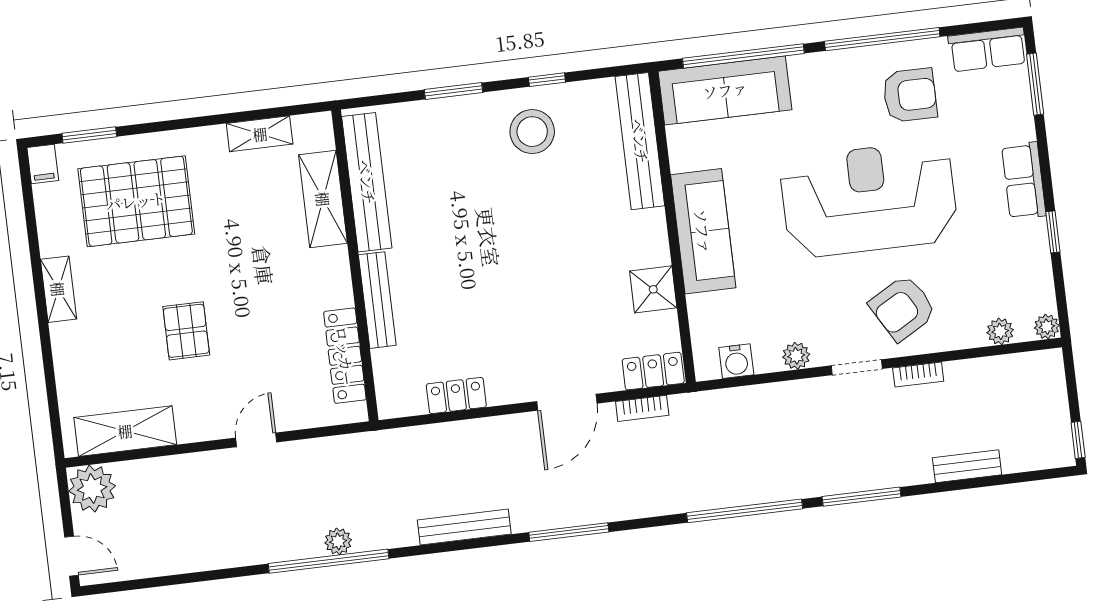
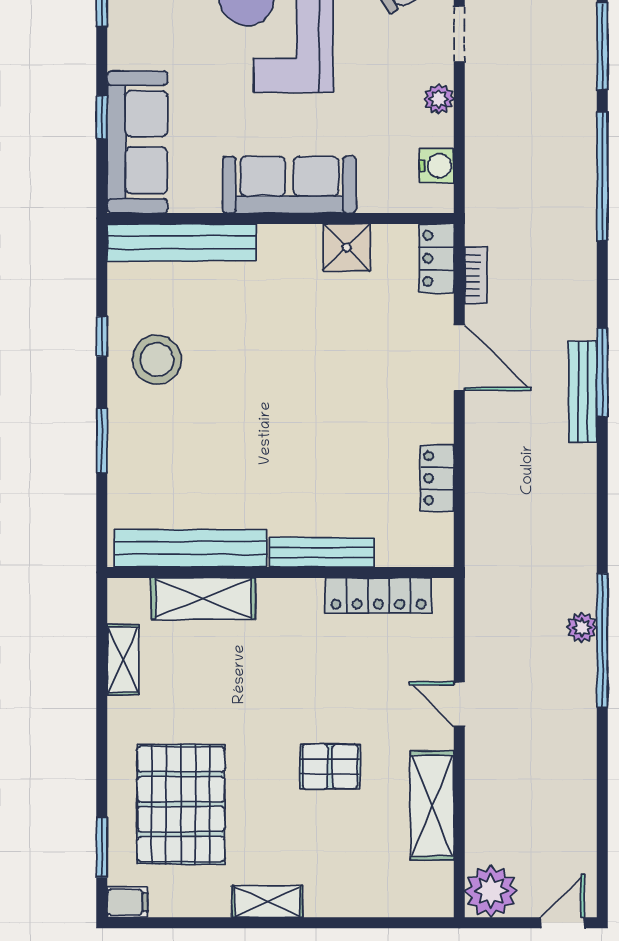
window: (743, 56) -> (102, 117), width x0.32
shelving: (125, 431) -> (432, 806), moved
bench: (464, 527) -> (583, 392), moved

